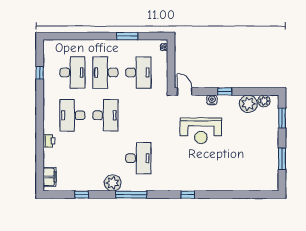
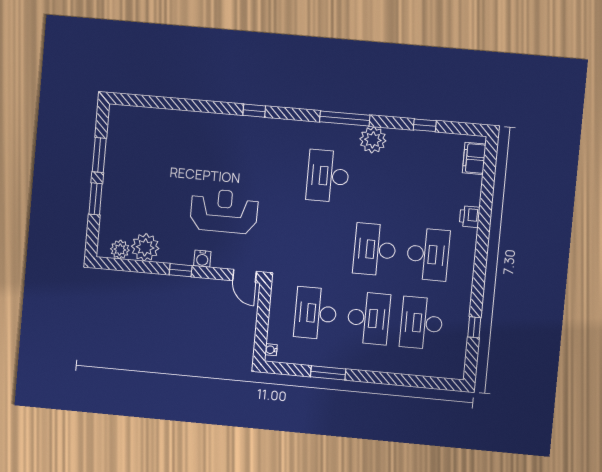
window: (282, 118) -> (96, 199), moved

